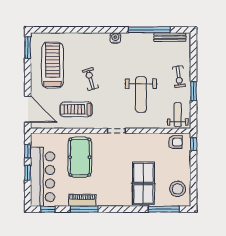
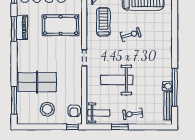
water cooler: (115, 38) -> (167, 86), moved
stool: (178, 189) -> (47, 109), moved

